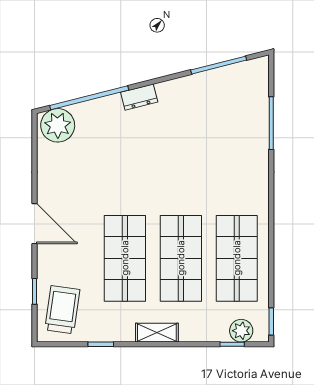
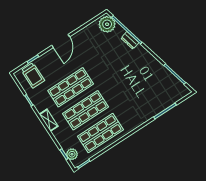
dresser: (139, 97) -> (130, 40), moved
trolley: (62, 310) -> (33, 75), turned 82

